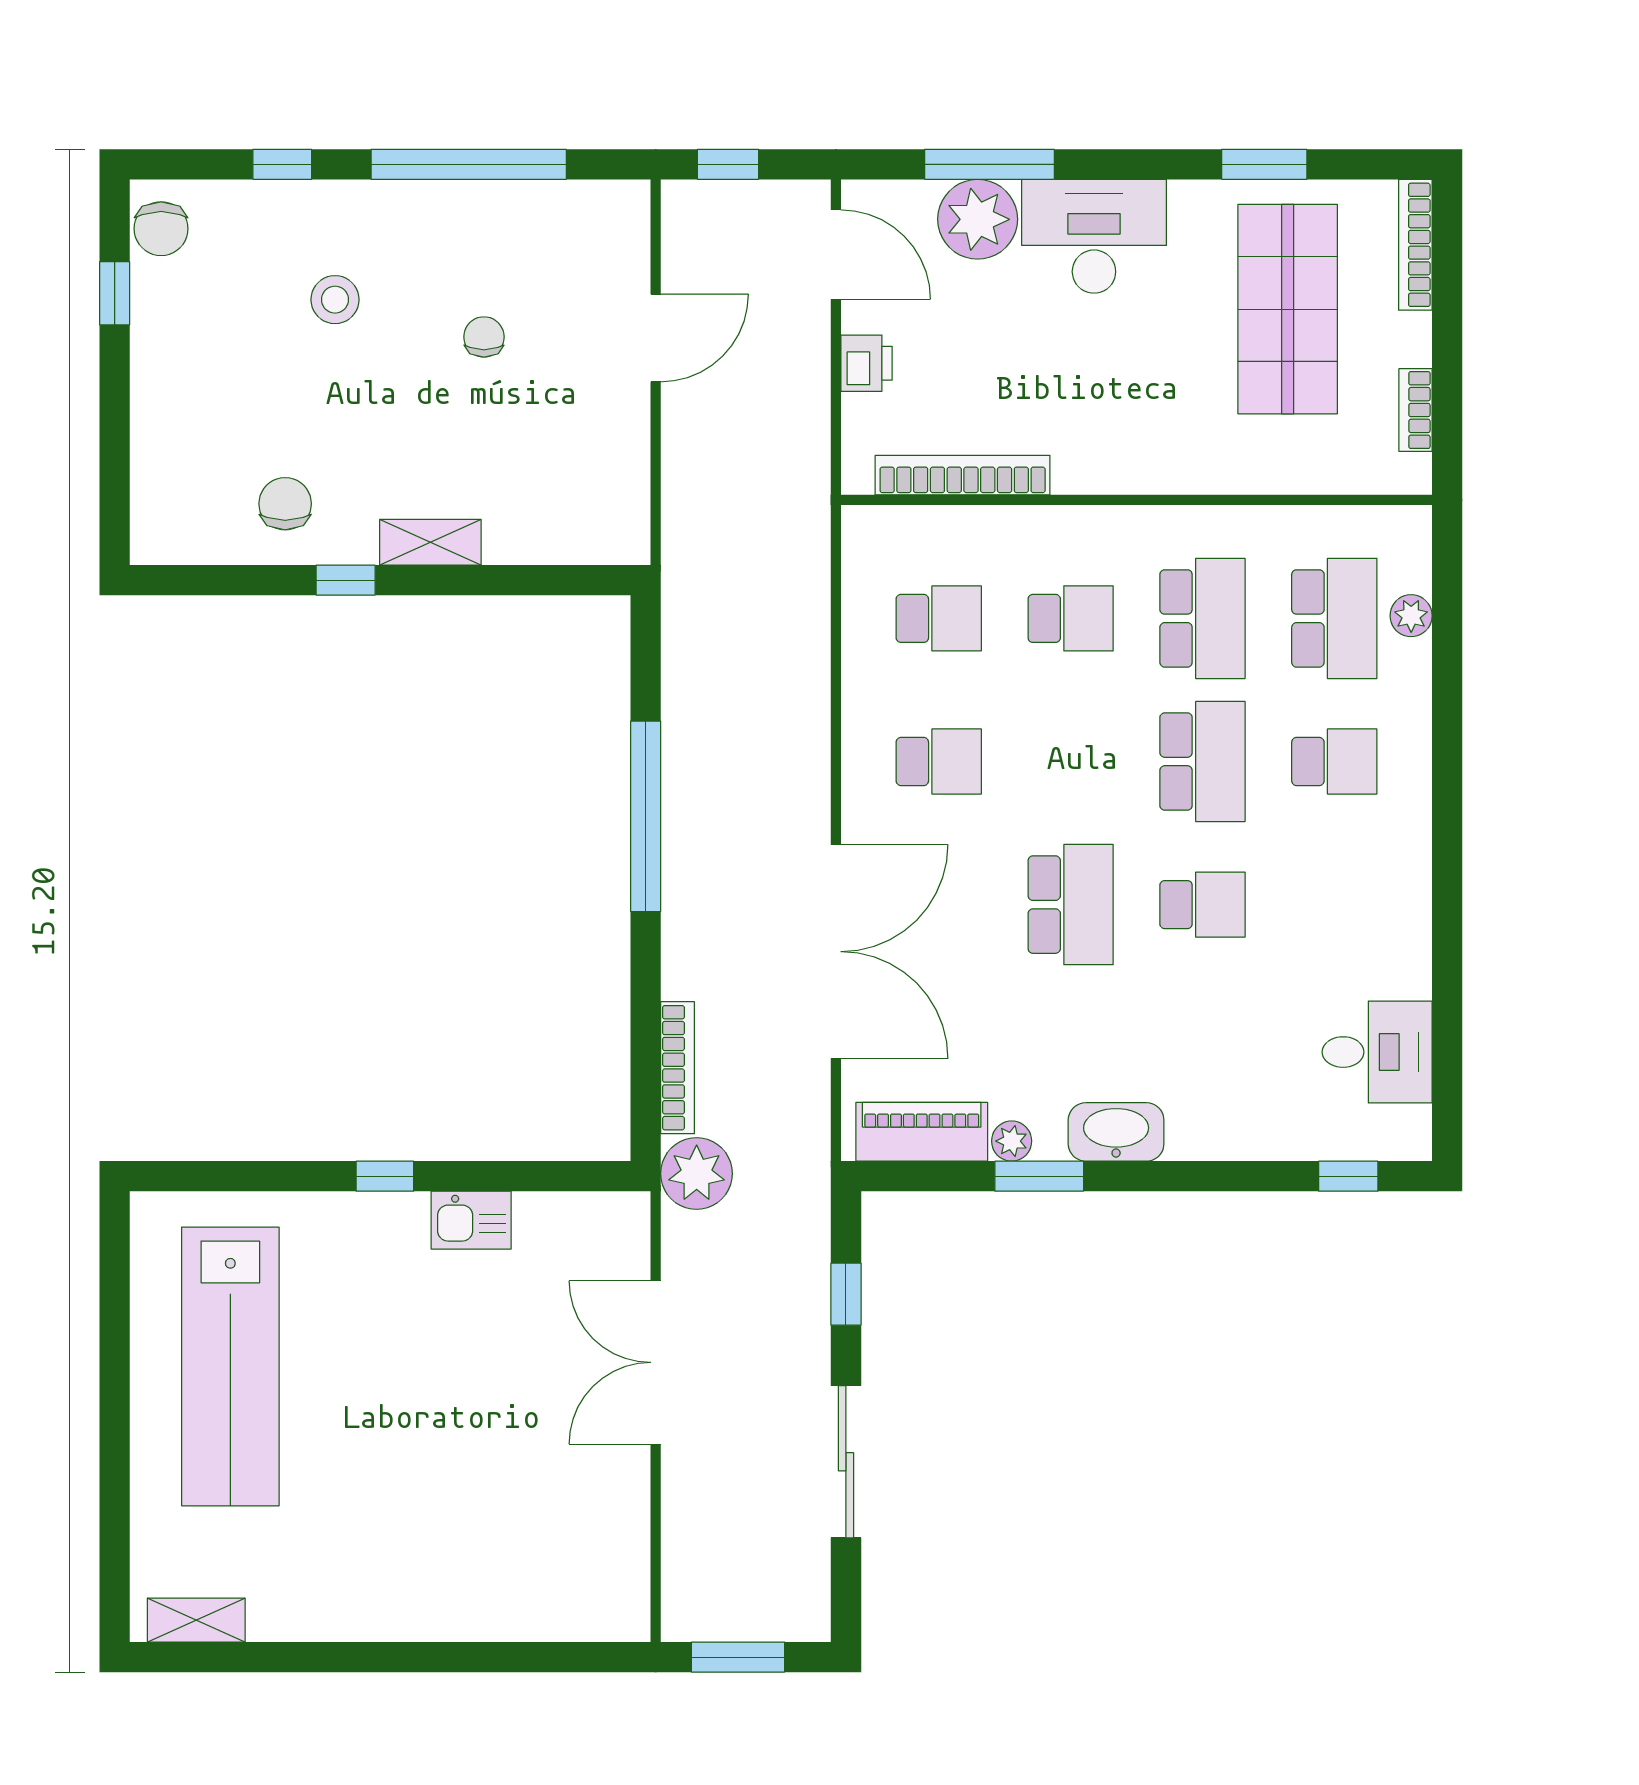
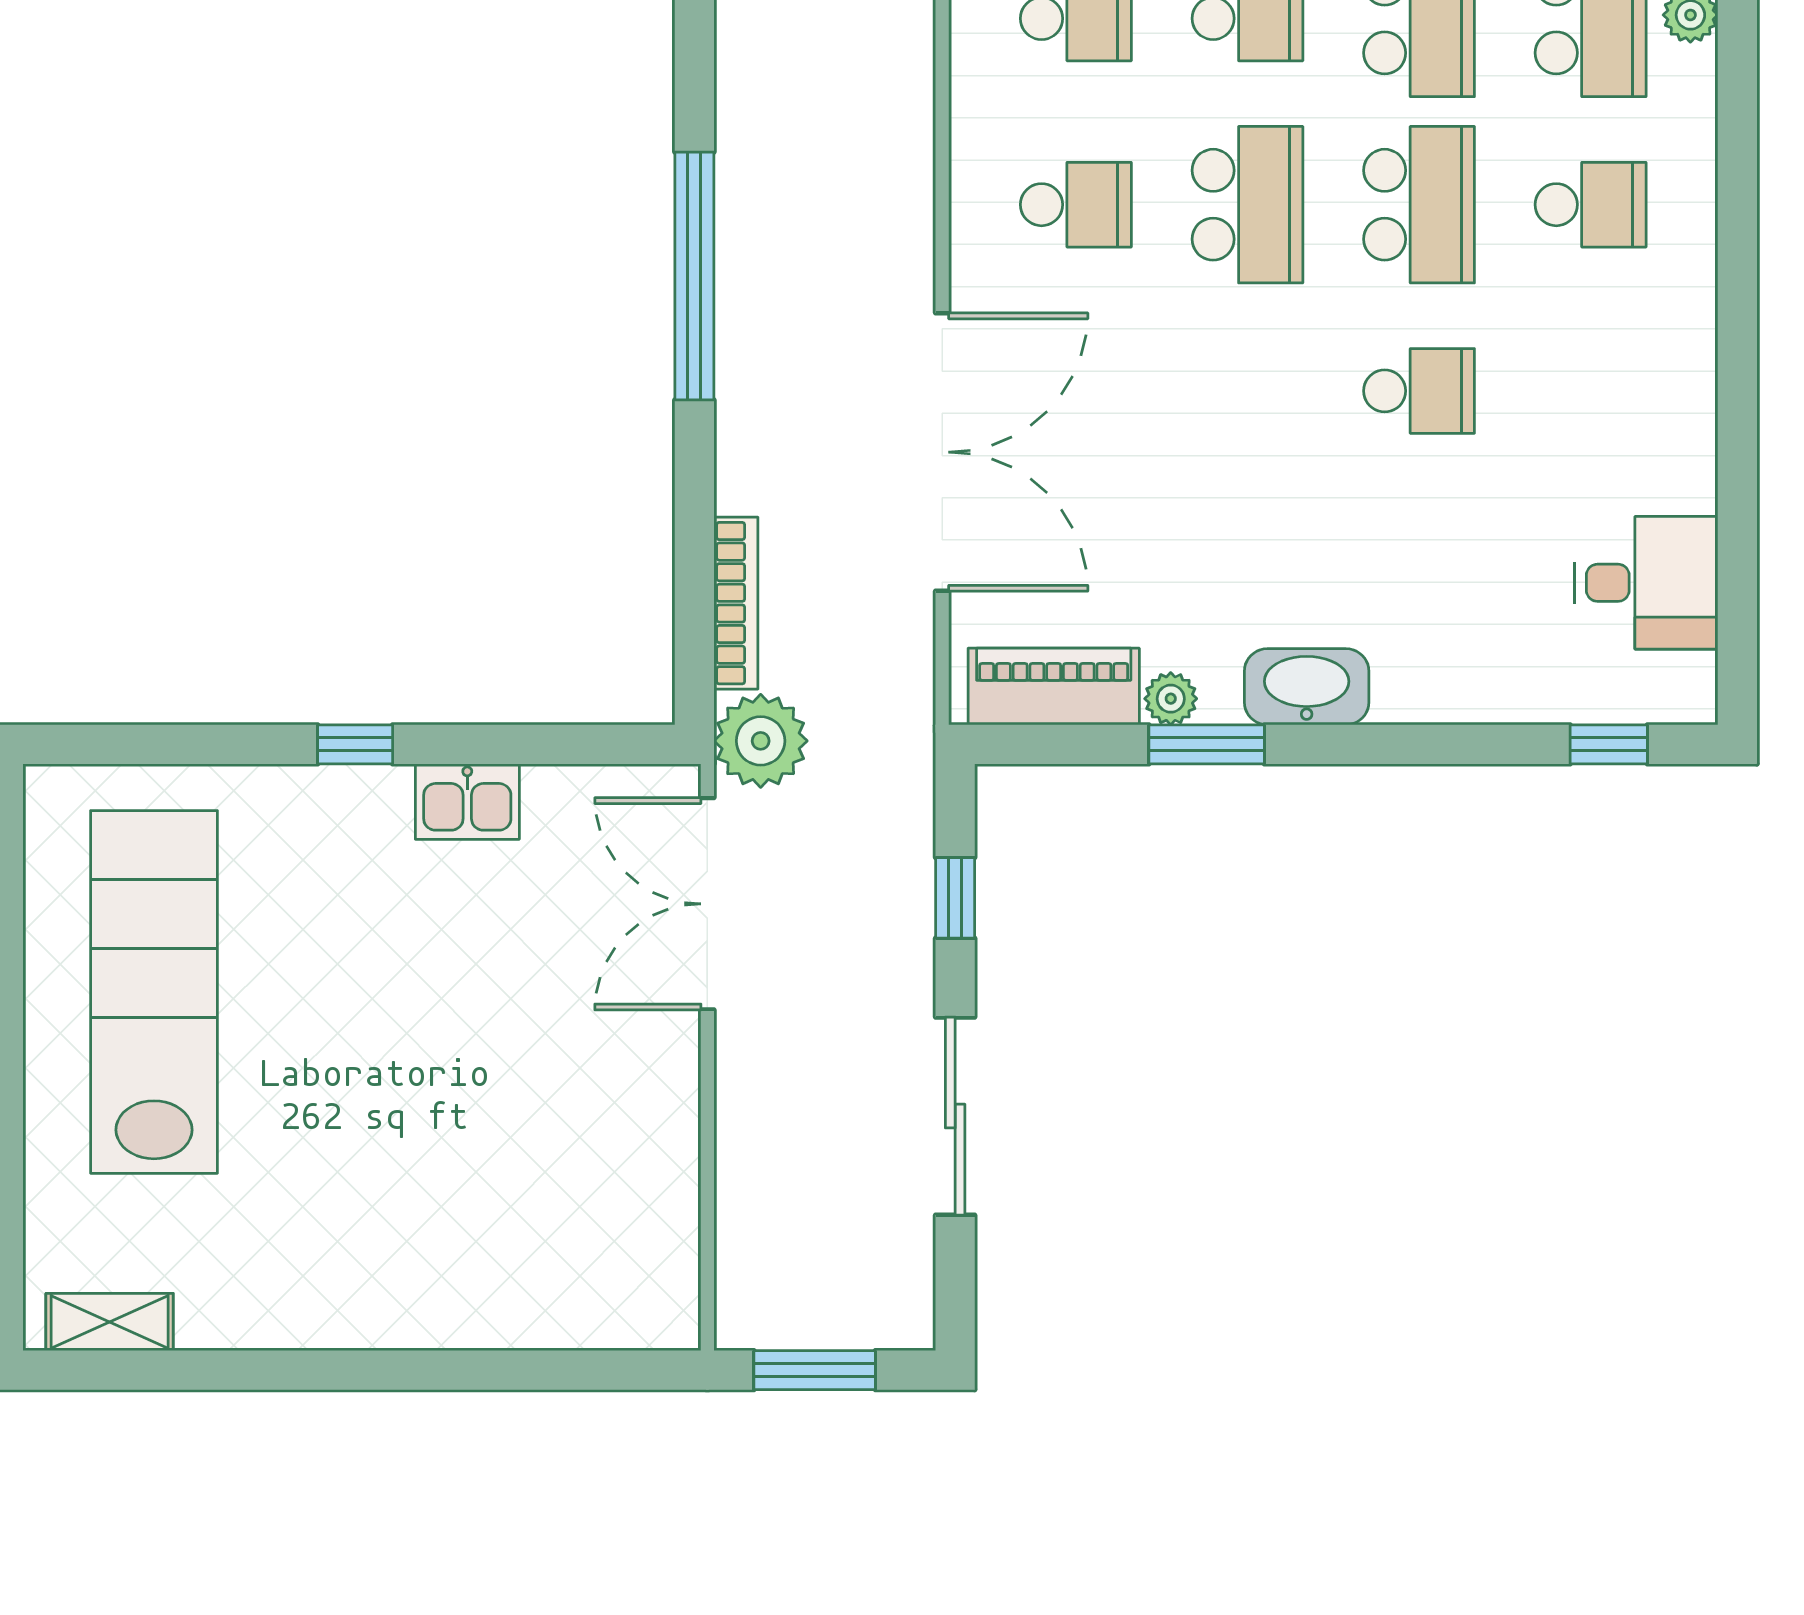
school desk: (1071, 905) -> (1247, 205), moved
double door: (656, 1362) -> (707, 904), moved
lab bench: (230, 1366) -> (154, 992), turned 180

